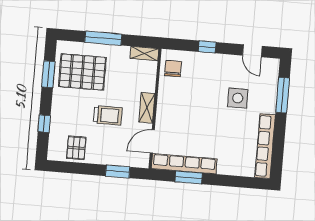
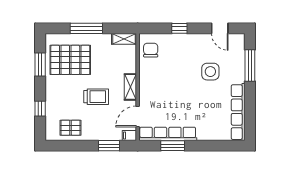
pallet: (76, 148) -> (71, 128), turned 90
filing cabinet: (141, 162) -> (129, 136), added

